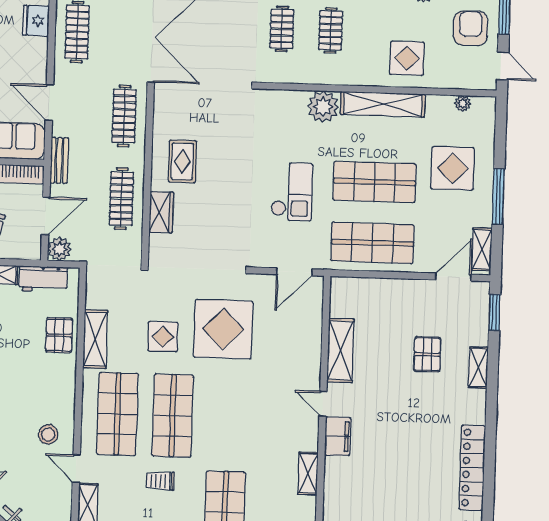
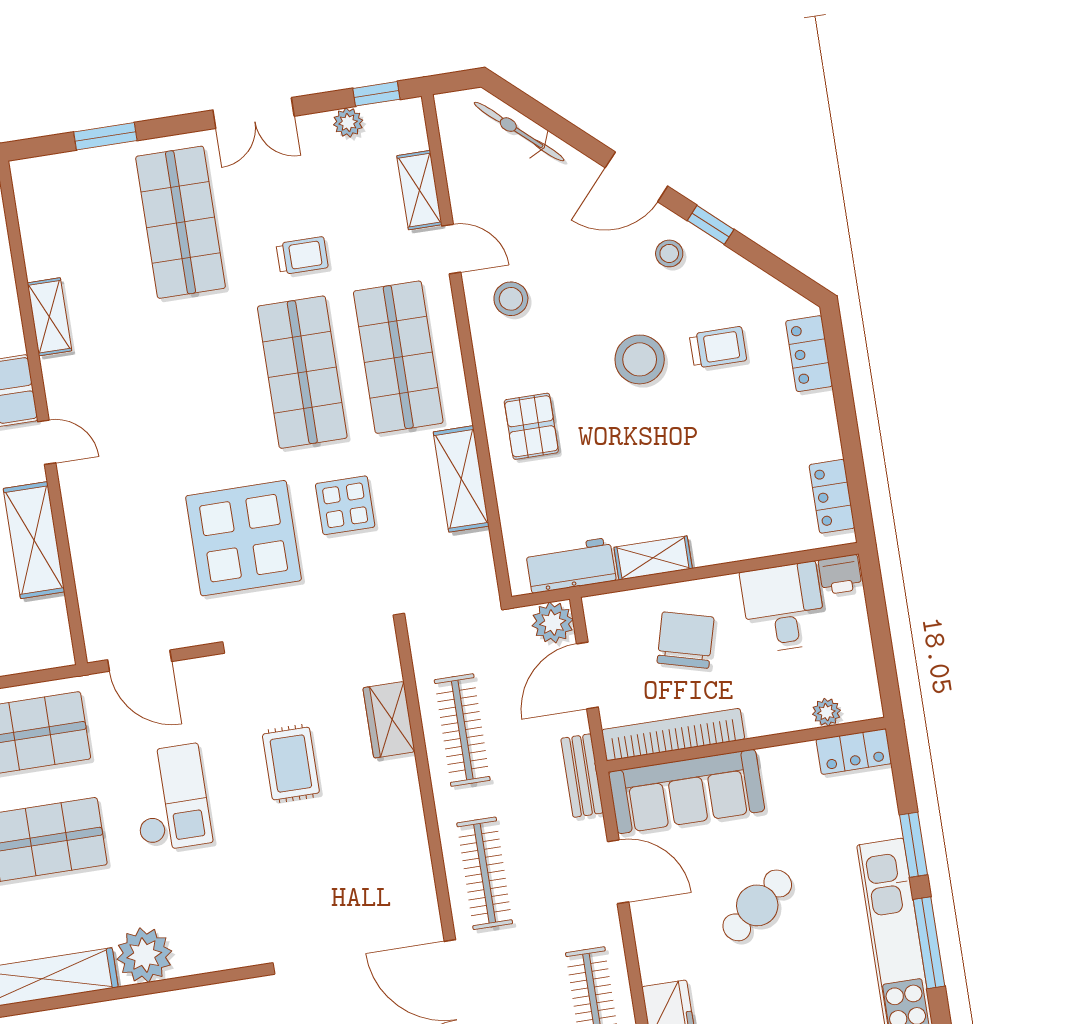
rug: (182, 161) -> (291, 764), moved
checkout: (292, 192) -> (170, 798), turned 180
door: (294, 272) -> (140, 661), swing flipped
pallet: (59, 335) -> (531, 426), moved

